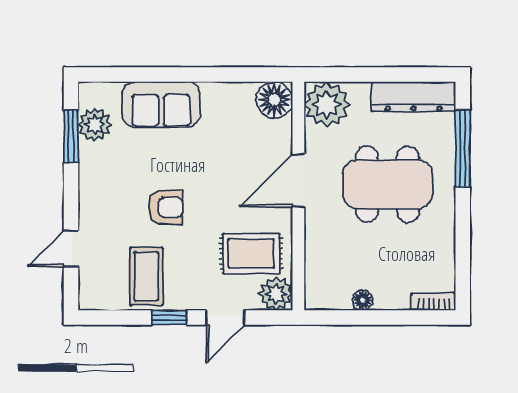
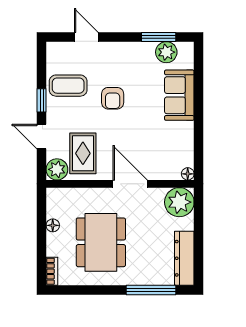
floor lamp: (274, 100) -> (188, 174), width x0.53, depth x0.53
dining table: (387, 184) -> (101, 242), moved

